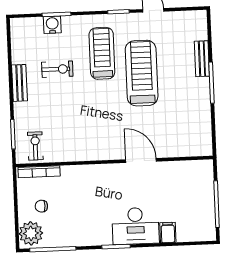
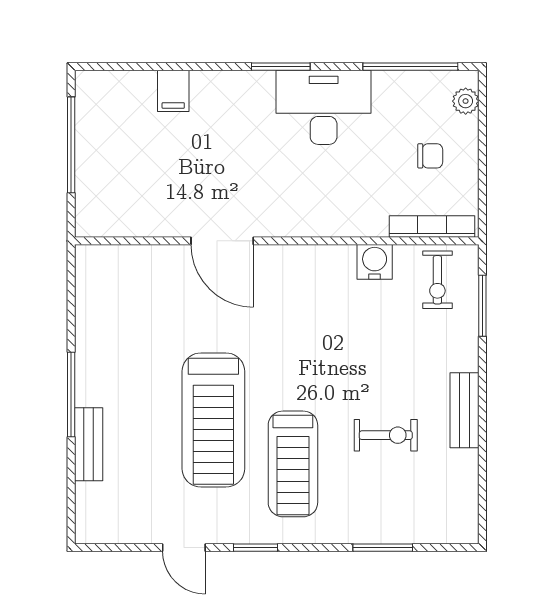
water cooler: (52, 25) -> (375, 262), moved, turned 180
exercise bike: (57, 69) -> (386, 435), turned 180
desk: (136, 226) -> (324, 107), moved
plant: (31, 233) -> (466, 101), width x0.53, depth x0.53

